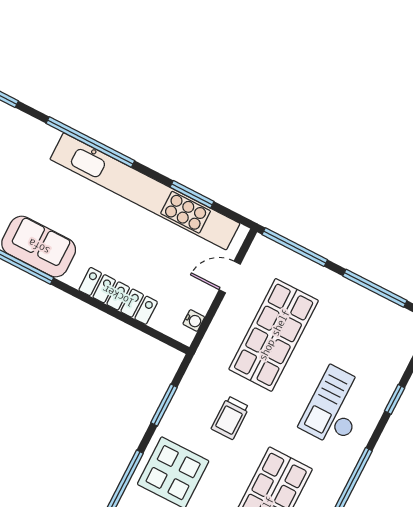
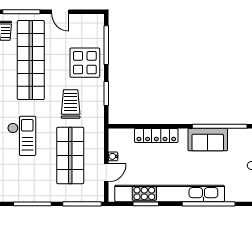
water cooler: (194, 321) -> (113, 156), moved
trolley: (230, 418) -> (71, 104), width x1.36, depth x1.39

